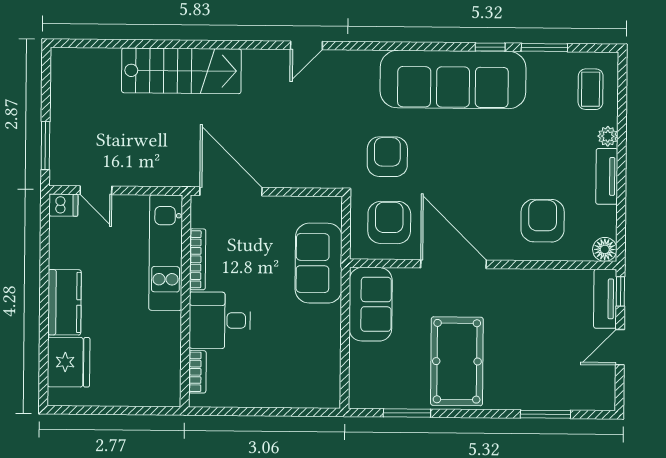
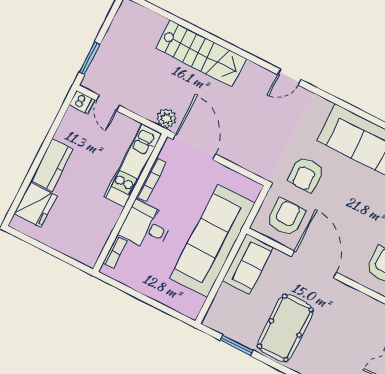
armchair: (387, 157) -> (306, 174), turned 180
plant: (179, 173) -> (166, 118), added
sofa: (319, 263) -> (213, 241), width x1.85, depth x1.27

